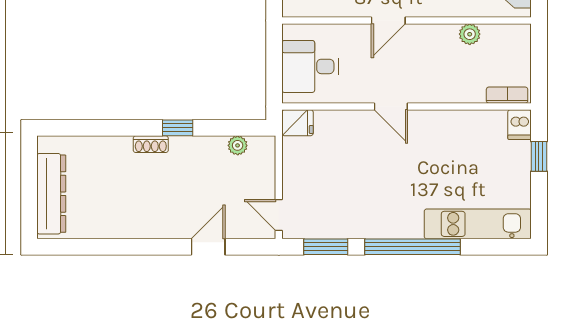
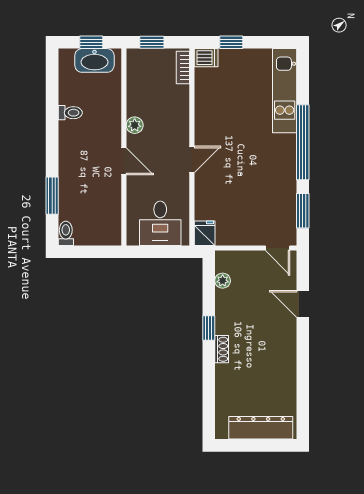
plant: (470, 34) -> (135, 125), moved
window: (539, 56) -> (152, 42), added
door: (279, 215) -> (278, 248), hinge flipped

